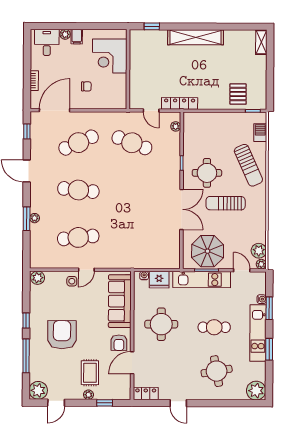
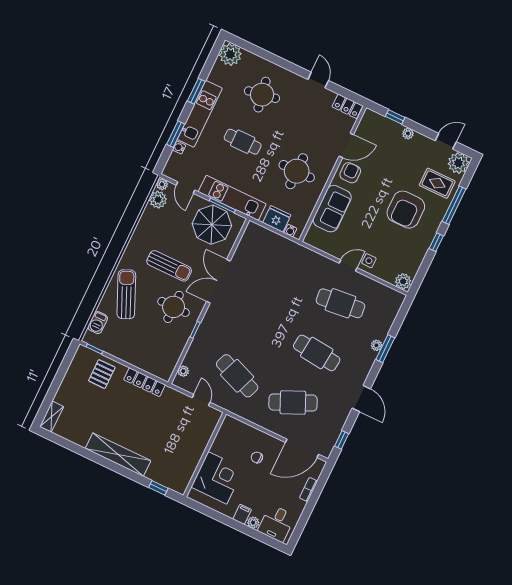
locker: (180, 103) -> (144, 382), moved
sofa: (120, 301) -> (332, 209), width x0.73
rug: (90, 373) -> (437, 183), moved, turned 90

